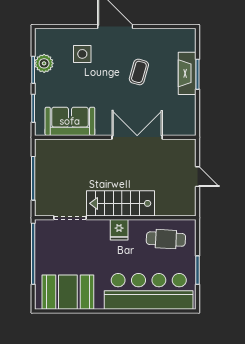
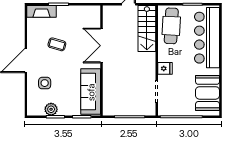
fireplace: (187, 73) -> (42, 11), moved
sofa: (70, 121) -> (91, 92), width x1.36
stairs: (120, 203) -> (147, 29), moved
fridge: (119, 230) -> (165, 68), moved
cafe table: (166, 239) -> (171, 26), width x1.37, depth x1.35

